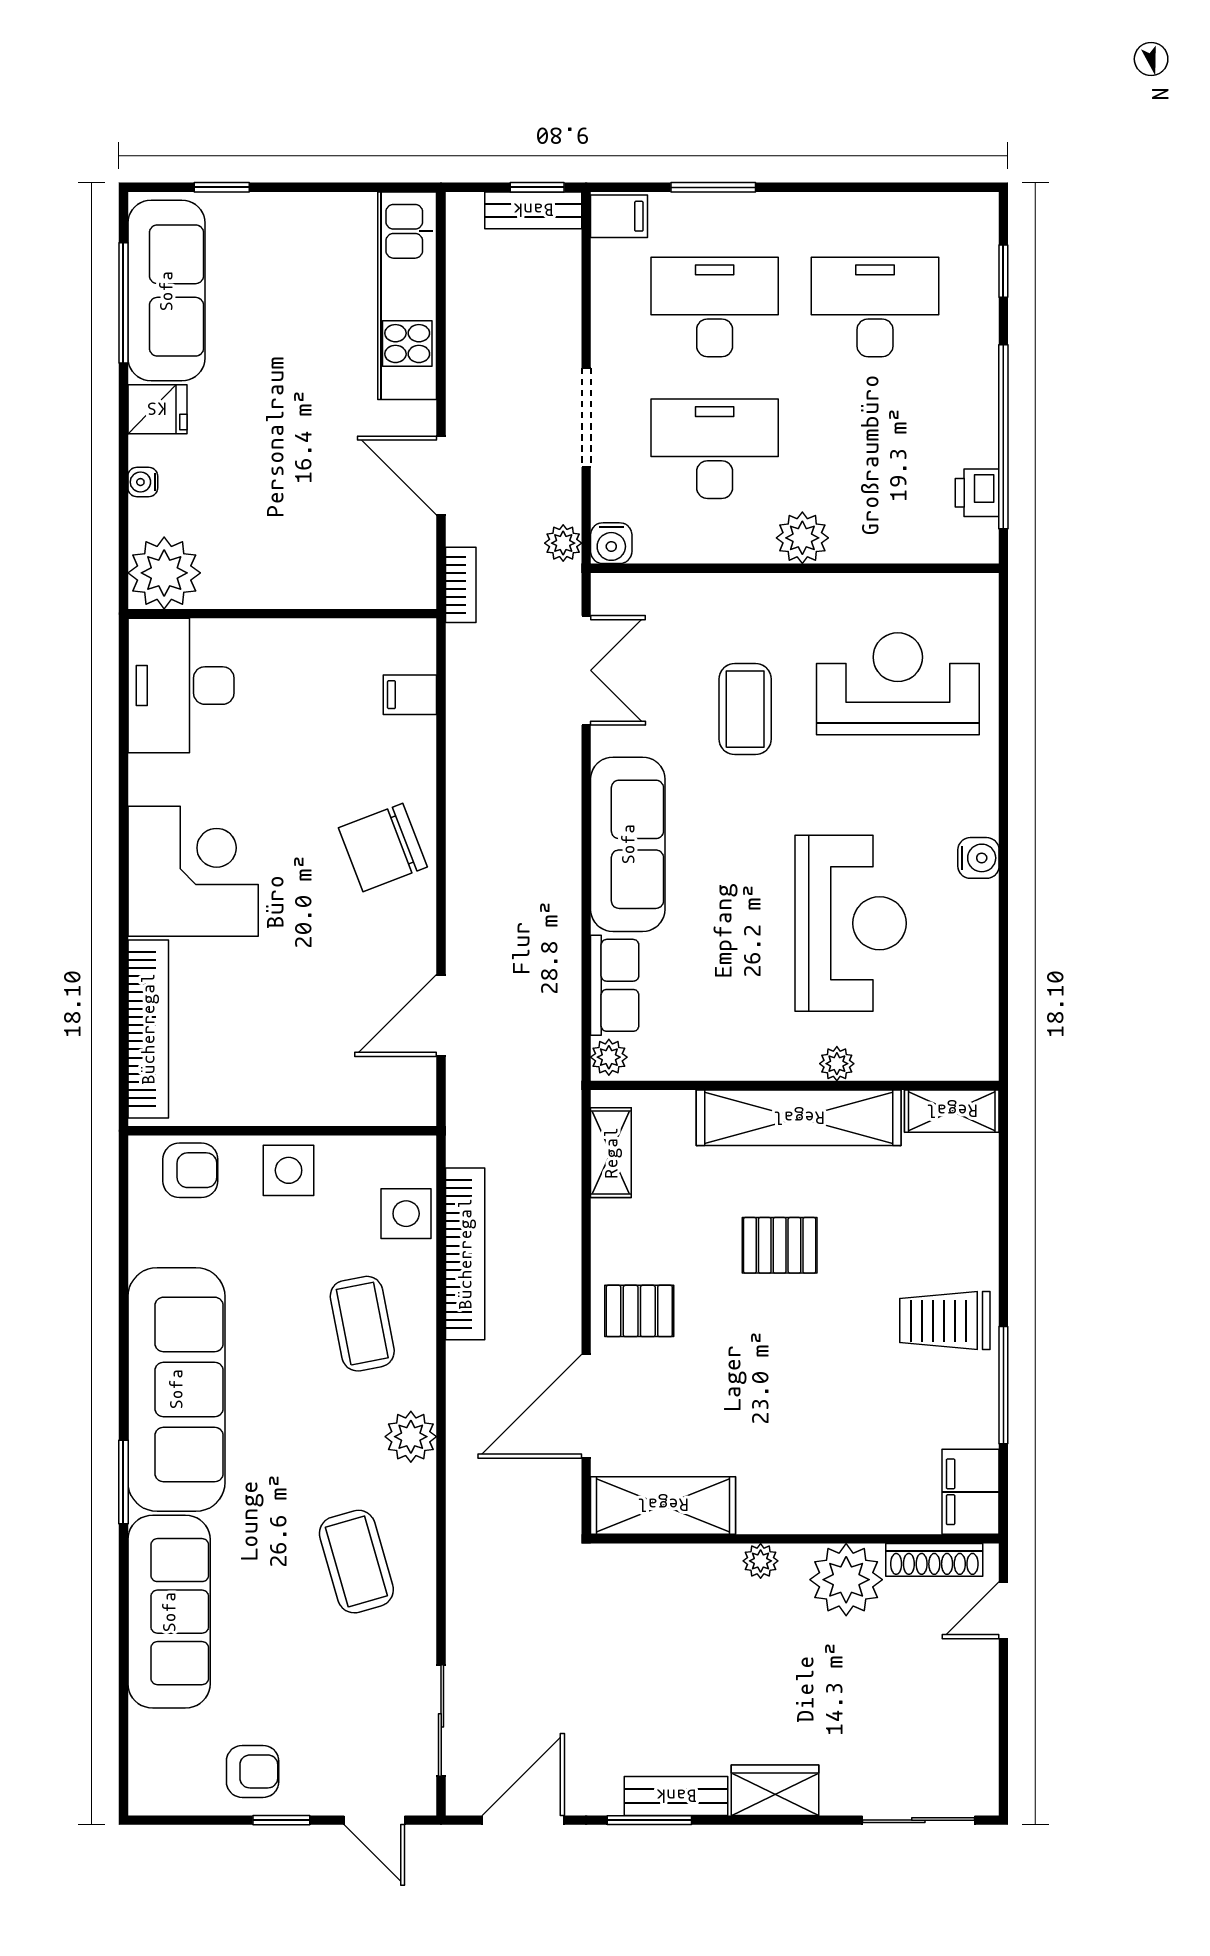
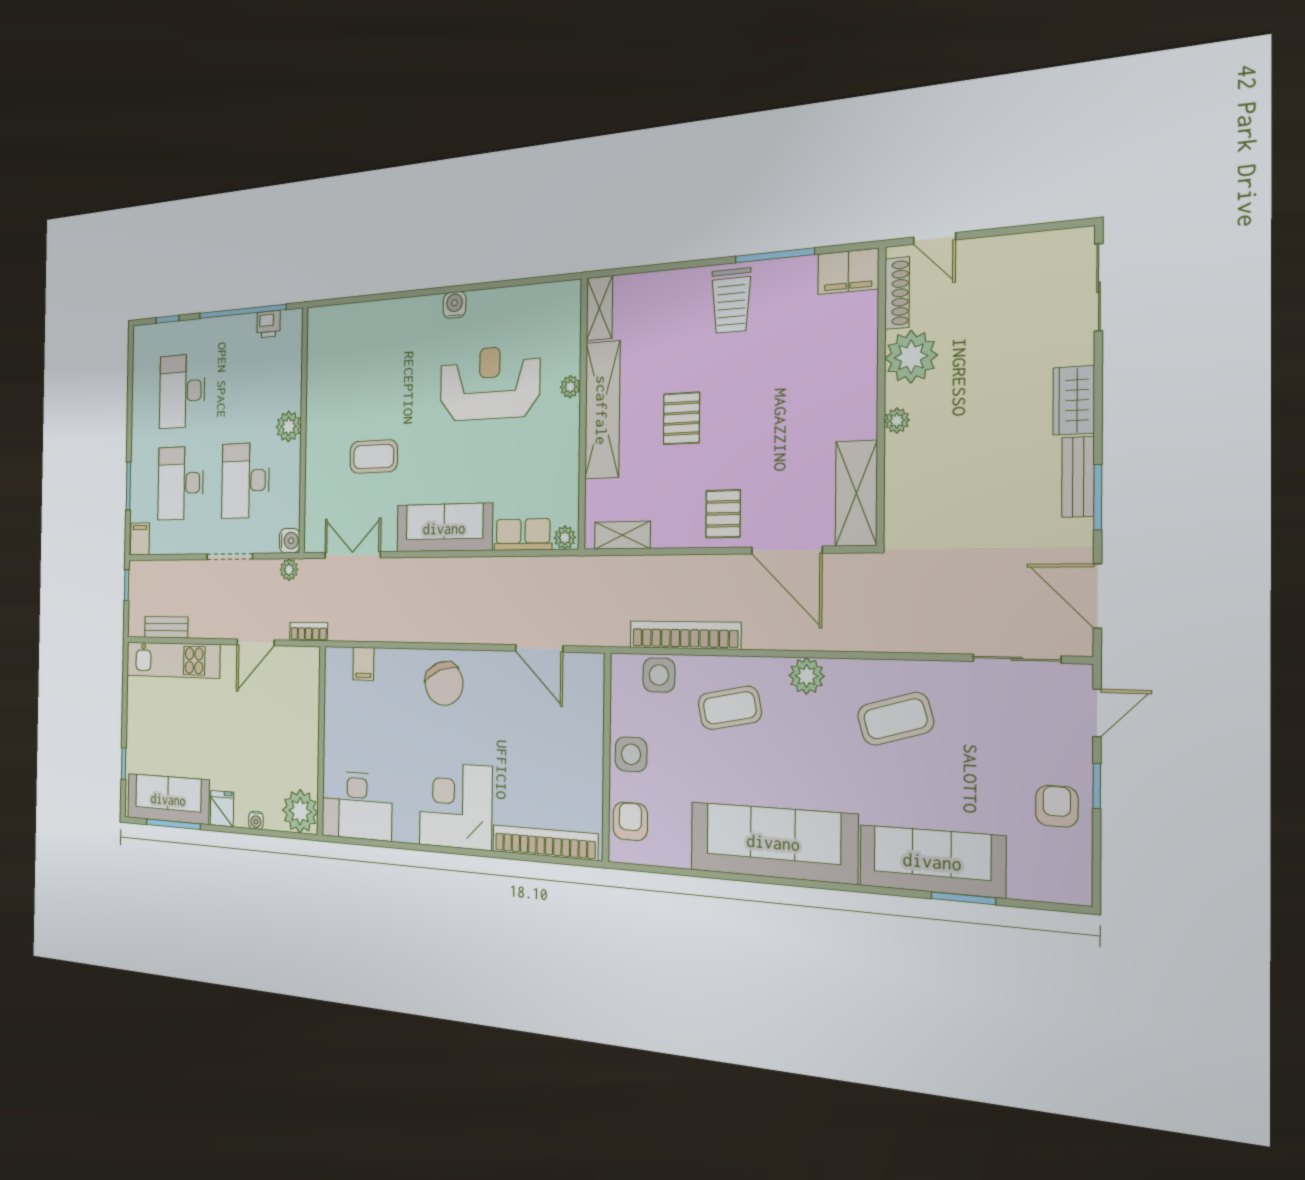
bench: (533, 210) -> (166, 627), moved, turned 90
reception desk: (898, 684) -> (362, 363), removed
window: (123, 1482) -> (963, 898), moved

